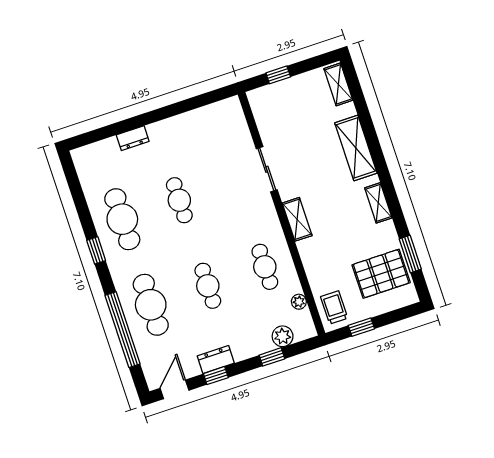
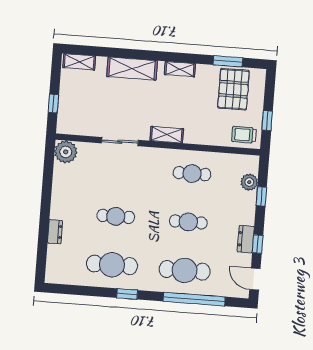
plant: (299, 302) -> (66, 152), moved, width x1.87, depth x1.87

